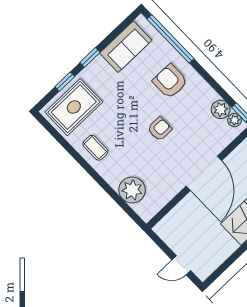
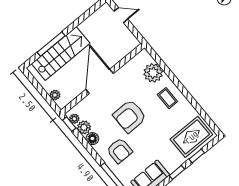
floor lamp: (208, 95) -> (92, 139), added
armchair: (160, 129) -> (130, 116), width x1.88, depth x1.88
coffee table: (95, 148) -> (167, 98), moved

